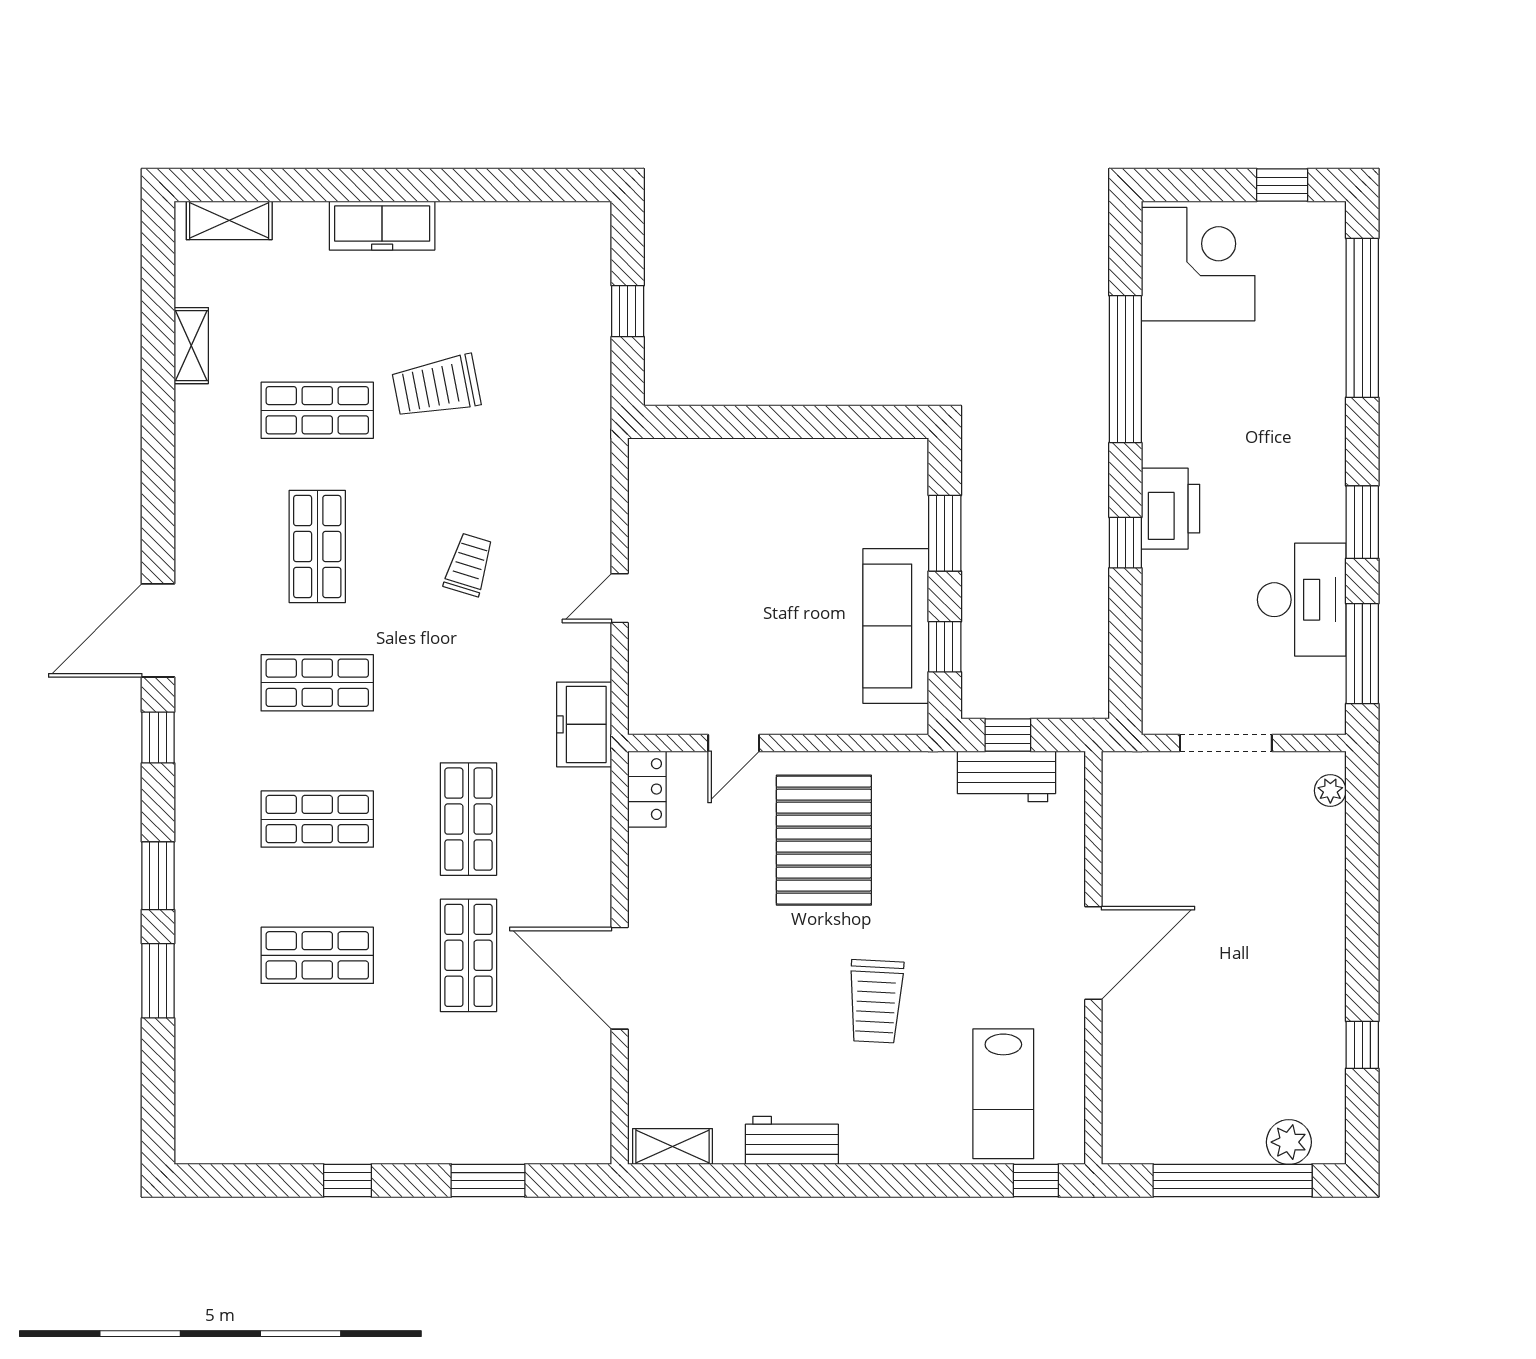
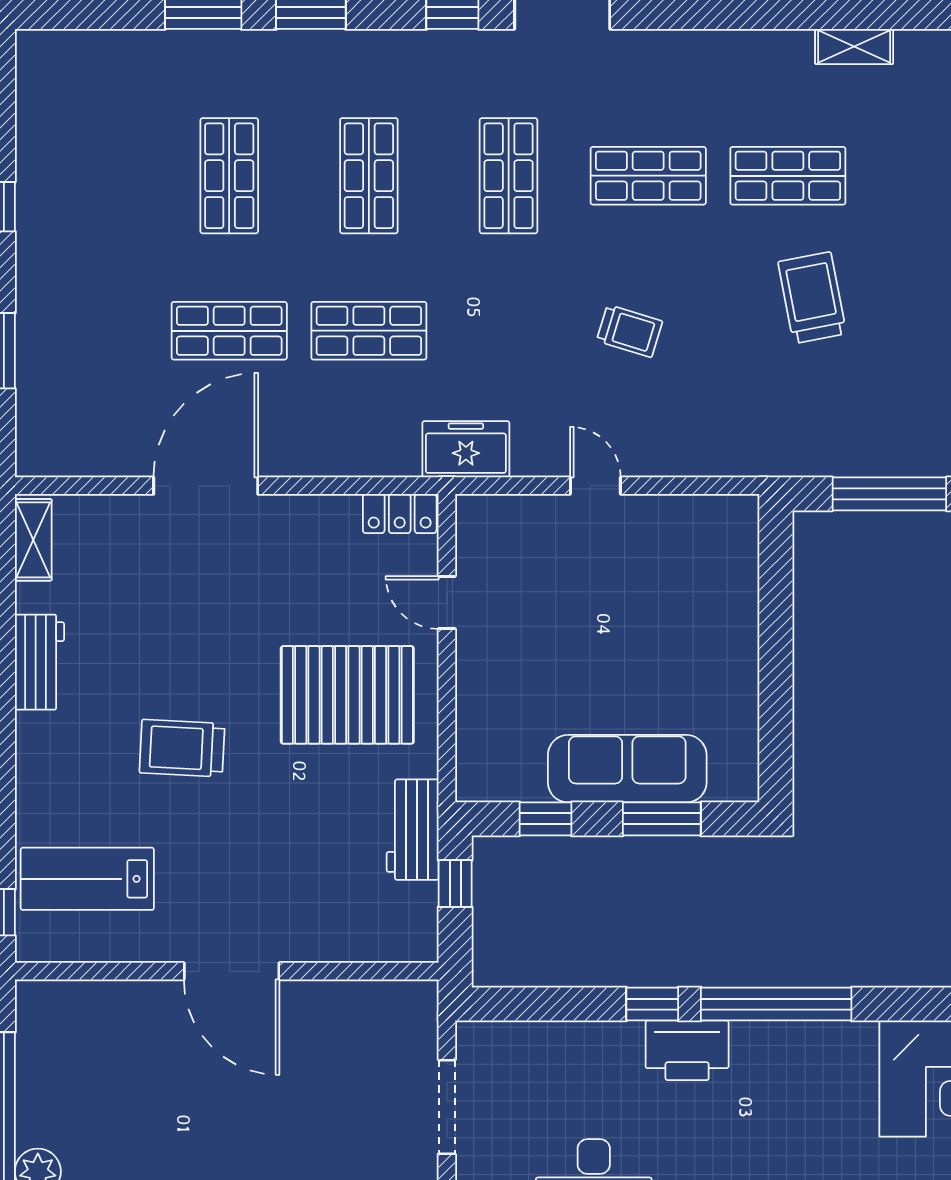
window: (628, 311) -> (889, 494), width x2.17
window: (1125, 369) -> (776, 1004), moved
shop shelf: (317, 410) -> (788, 176), turned 90
sofa: (896, 626) -> (627, 769), moved
workbench: (1007, 776) -> (413, 830), moved

